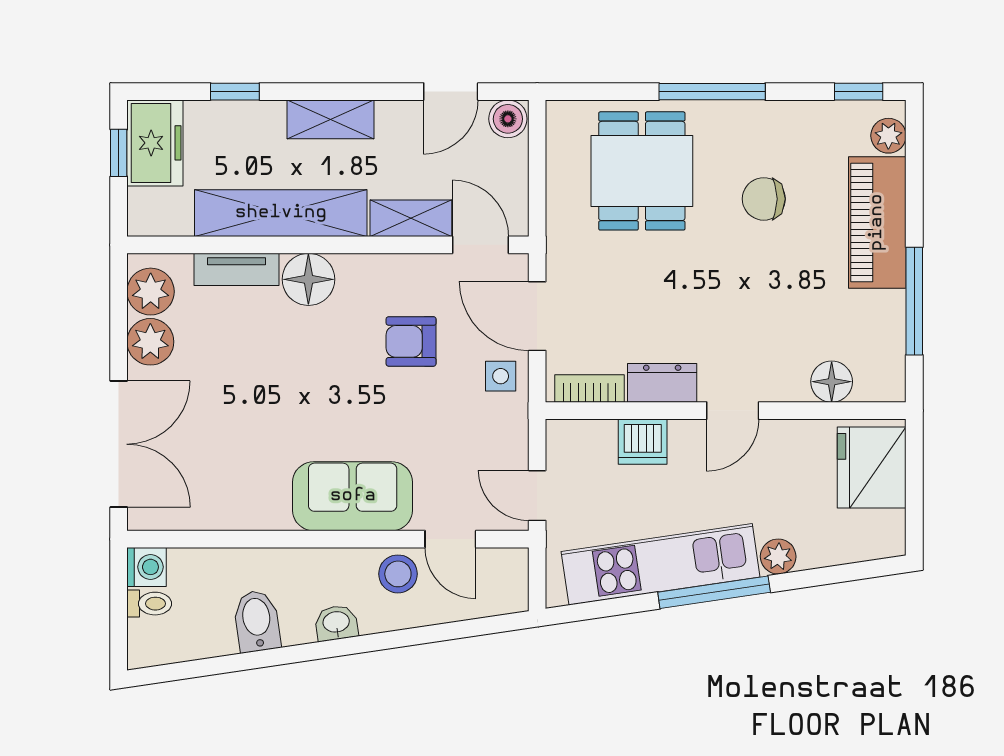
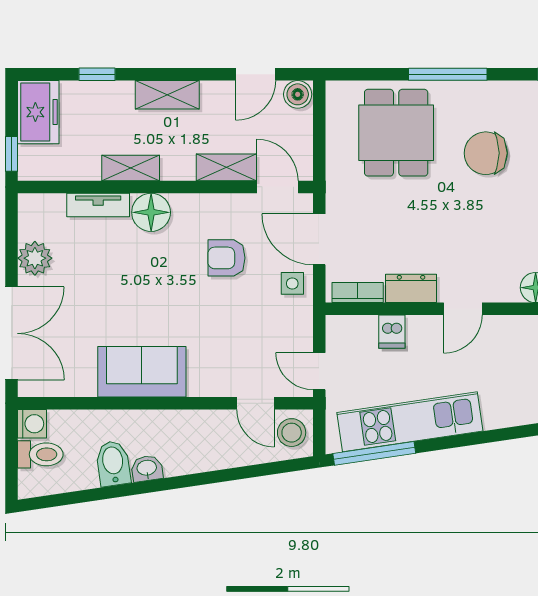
window: (119, 153) -> (12, 154), moved
chair: (764, 199) -> (486, 153), width x1.37, depth x1.37
shelving: (281, 213) -> (131, 168), width x0.45, depth x0.75
plant: (151, 292) -> (35, 221), removed
dishwasher: (643, 442) -> (392, 332), width x0.73
sofa: (353, 496) -> (142, 372), moved
plant: (778, 557) -> (496, 416), removed
stool: (398, 574) -> (292, 433), moved
window: (714, 592) -> (374, 453), moved
toilet: (149, 604) -> (40, 454), width x1.37, depth x1.39
washbasin: (336, 623) -> (147, 468), moved

